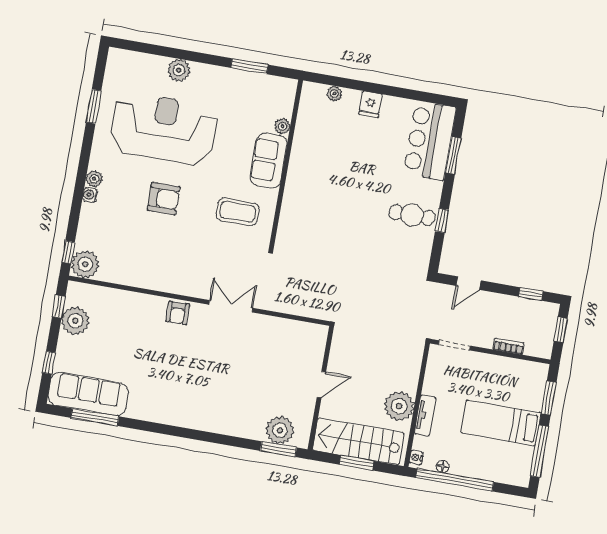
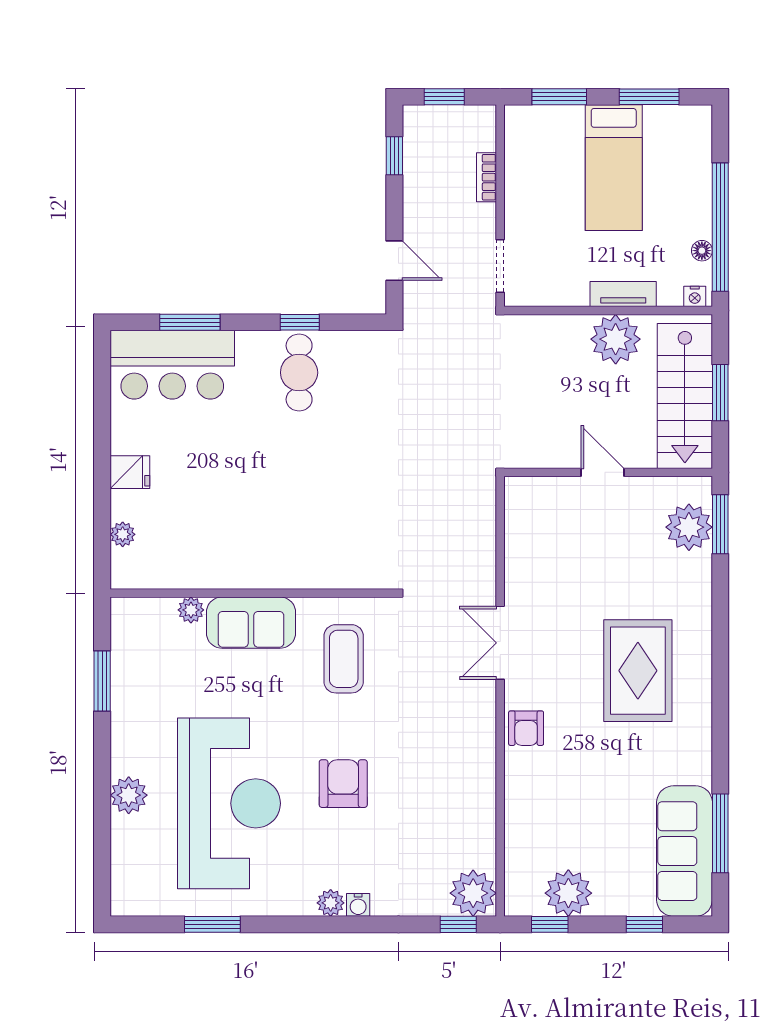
reception desk: (164, 129) -> (229, 803), turned 180
armchair: (178, 313) -> (526, 728), turned 90
rug: (200, 385) -> (638, 671), added
window: (539, 451) -> (649, 97), width x0.69

